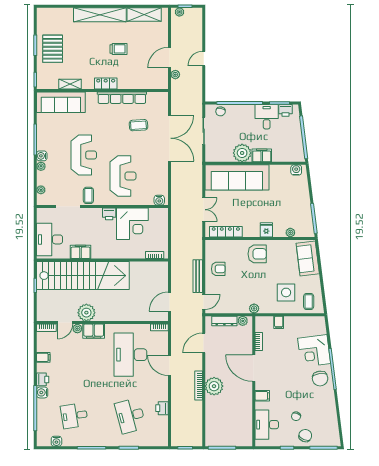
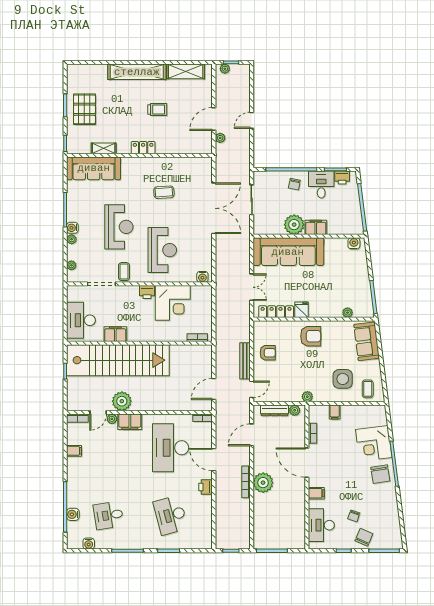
row of seats: (122, 98) -> (161, 163), removed
chair: (221, 111) -> (294, 184), moved
coffee table: (138, 125) -> (164, 192), moved
fridge: (266, 230) -> (302, 310), moved
printer: (43, 379) -> (73, 475), removed
water cooler: (42, 392) -> (73, 514), moved
printer: (162, 408) -> (206, 487), moved

